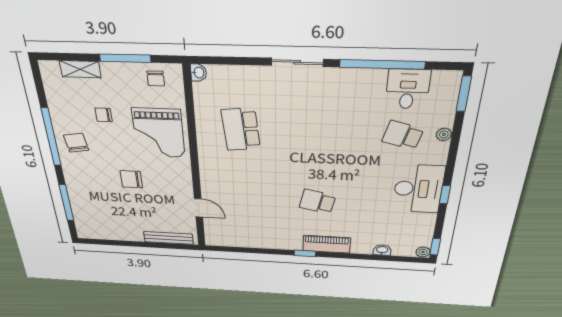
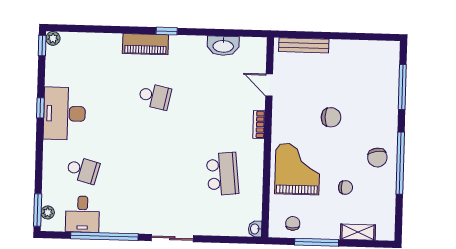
plant: (444, 134) -> (48, 212), moved
bookcase: (205, 175) -> (259, 125), added
washbasin: (382, 250) -> (223, 46), moved, width x1.91, depth x1.45

